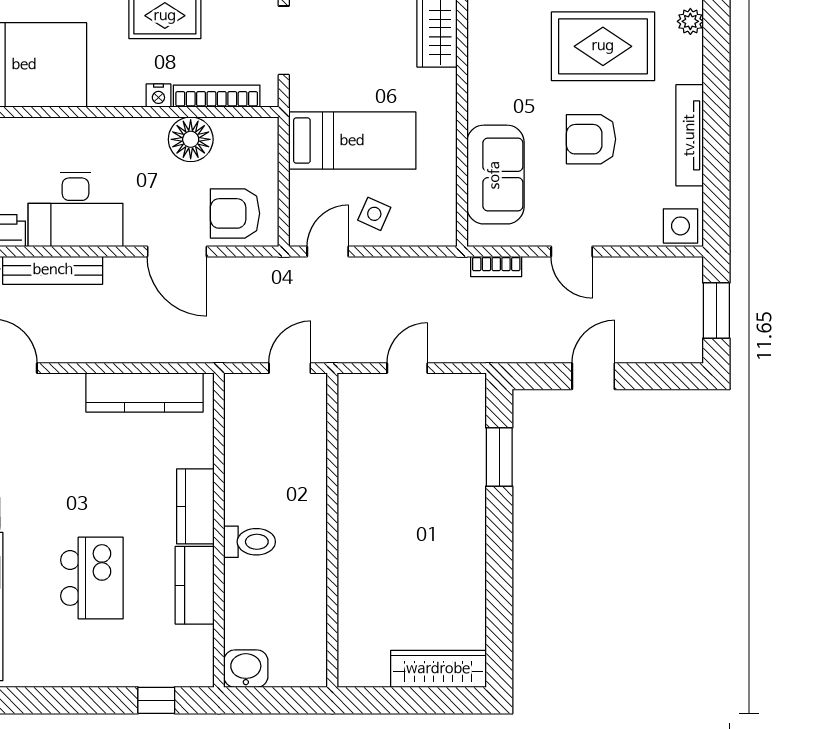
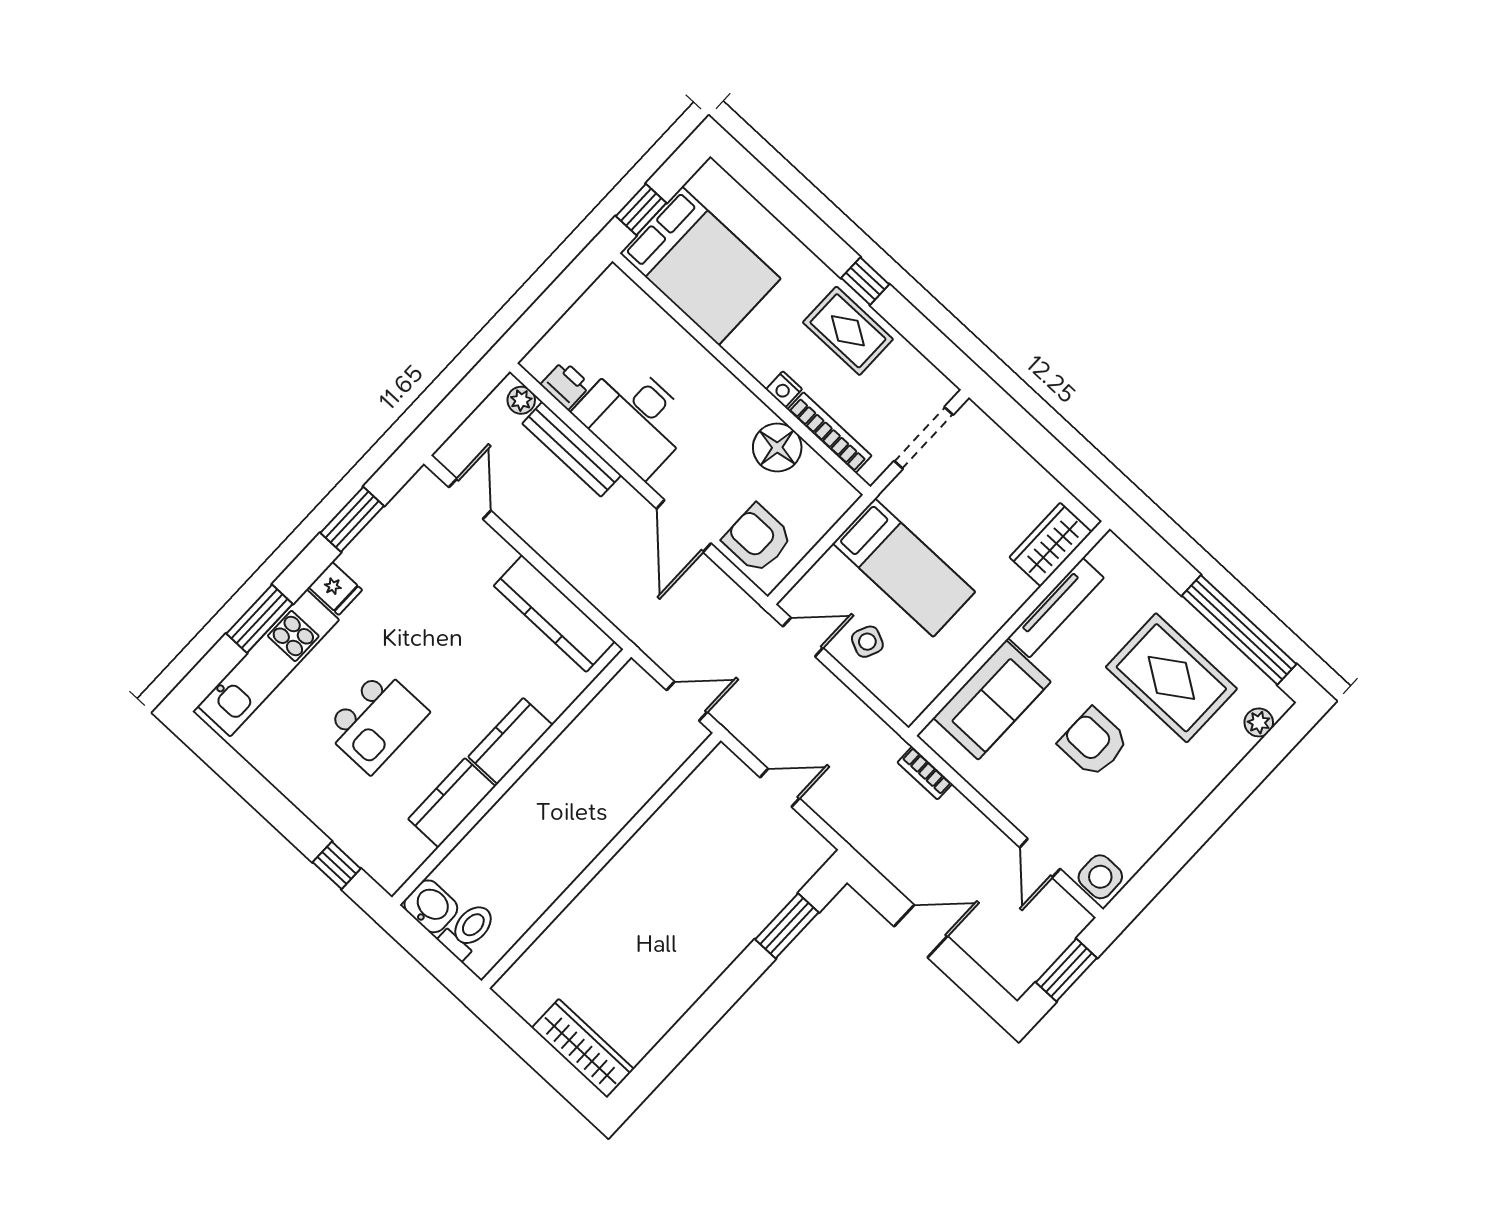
tv unit: (690, 135) -> (1056, 608), moved, turned 180
door: (572, 251) -> (1040, 858), moved
toilet: (250, 542) -> (468, 930), moved, turned -90

